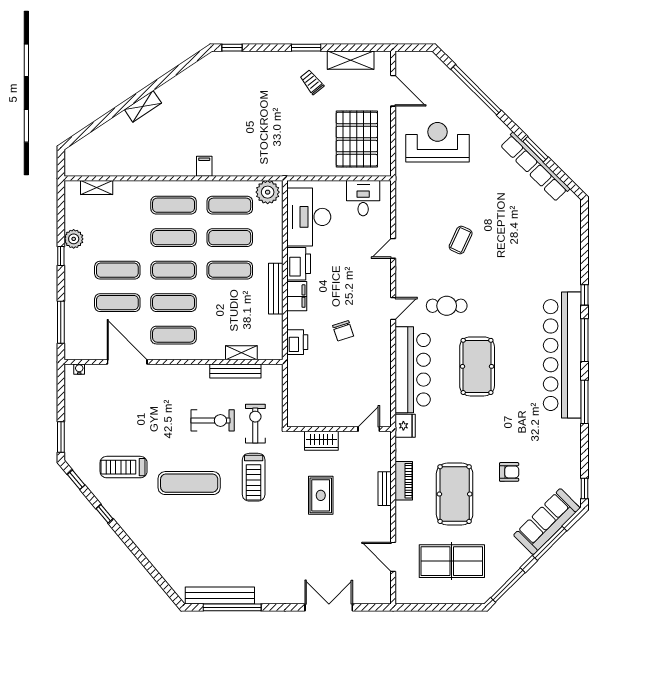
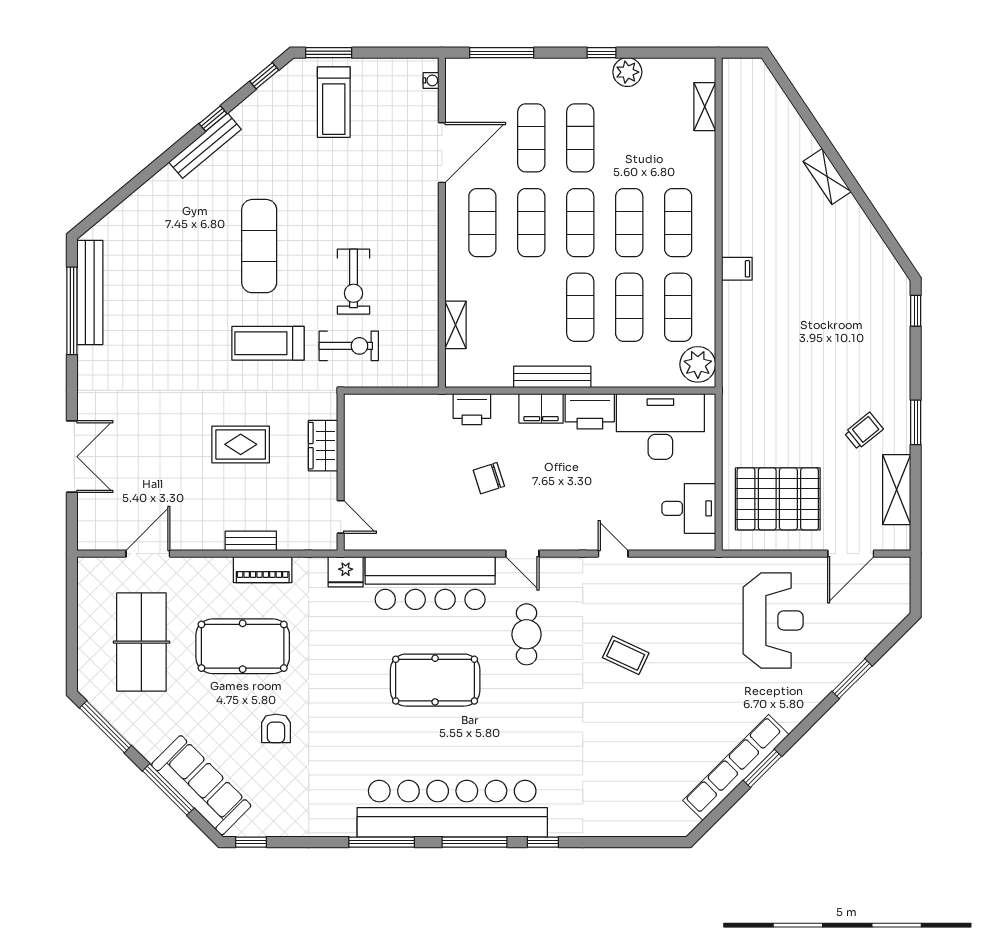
window: (476, 90) -> (852, 679), width x0.47
bench: (235, 371) -> (205, 146), moved, turned 50
treadmill: (124, 467) -> (334, 102), moved, turned 180

